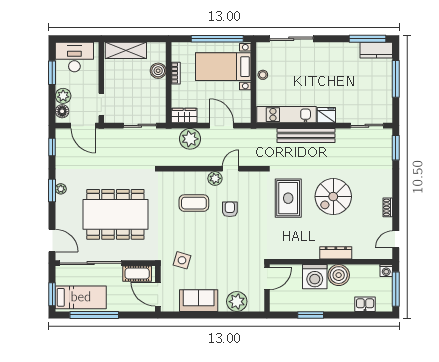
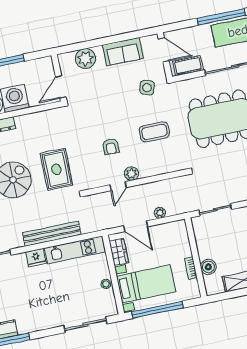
wardrobe: (184, 116) -> (119, 252), moved, turned -90
plant: (190, 139) -> (160, 213), width x0.53, depth x0.53
coffee table: (194, 203) -> (154, 132), moved

